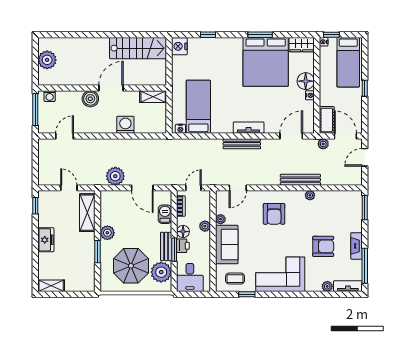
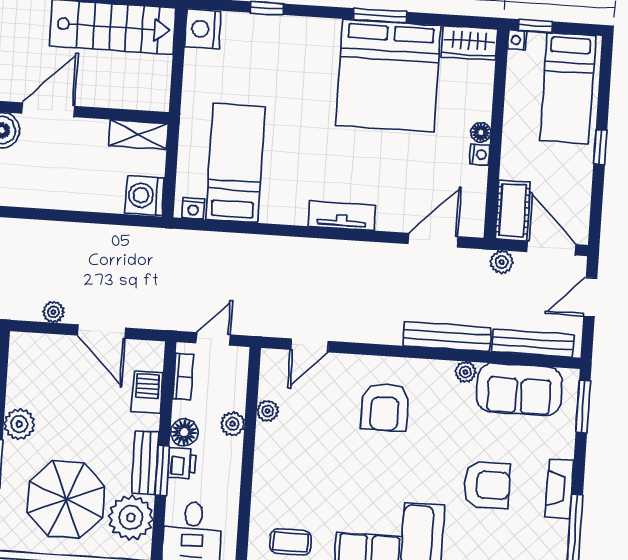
floor lamp: (306, 81) -> (481, 132), width x0.53, depth x0.53
washing machine: (125, 125) -> (145, 195), moved, turned -90
bench: (242, 144) -> (533, 343), moved
plant: (115, 176) -> (53, 312), width x0.53, depth x0.53
sofa: (227, 244) -> (519, 389), moved, turned 90

